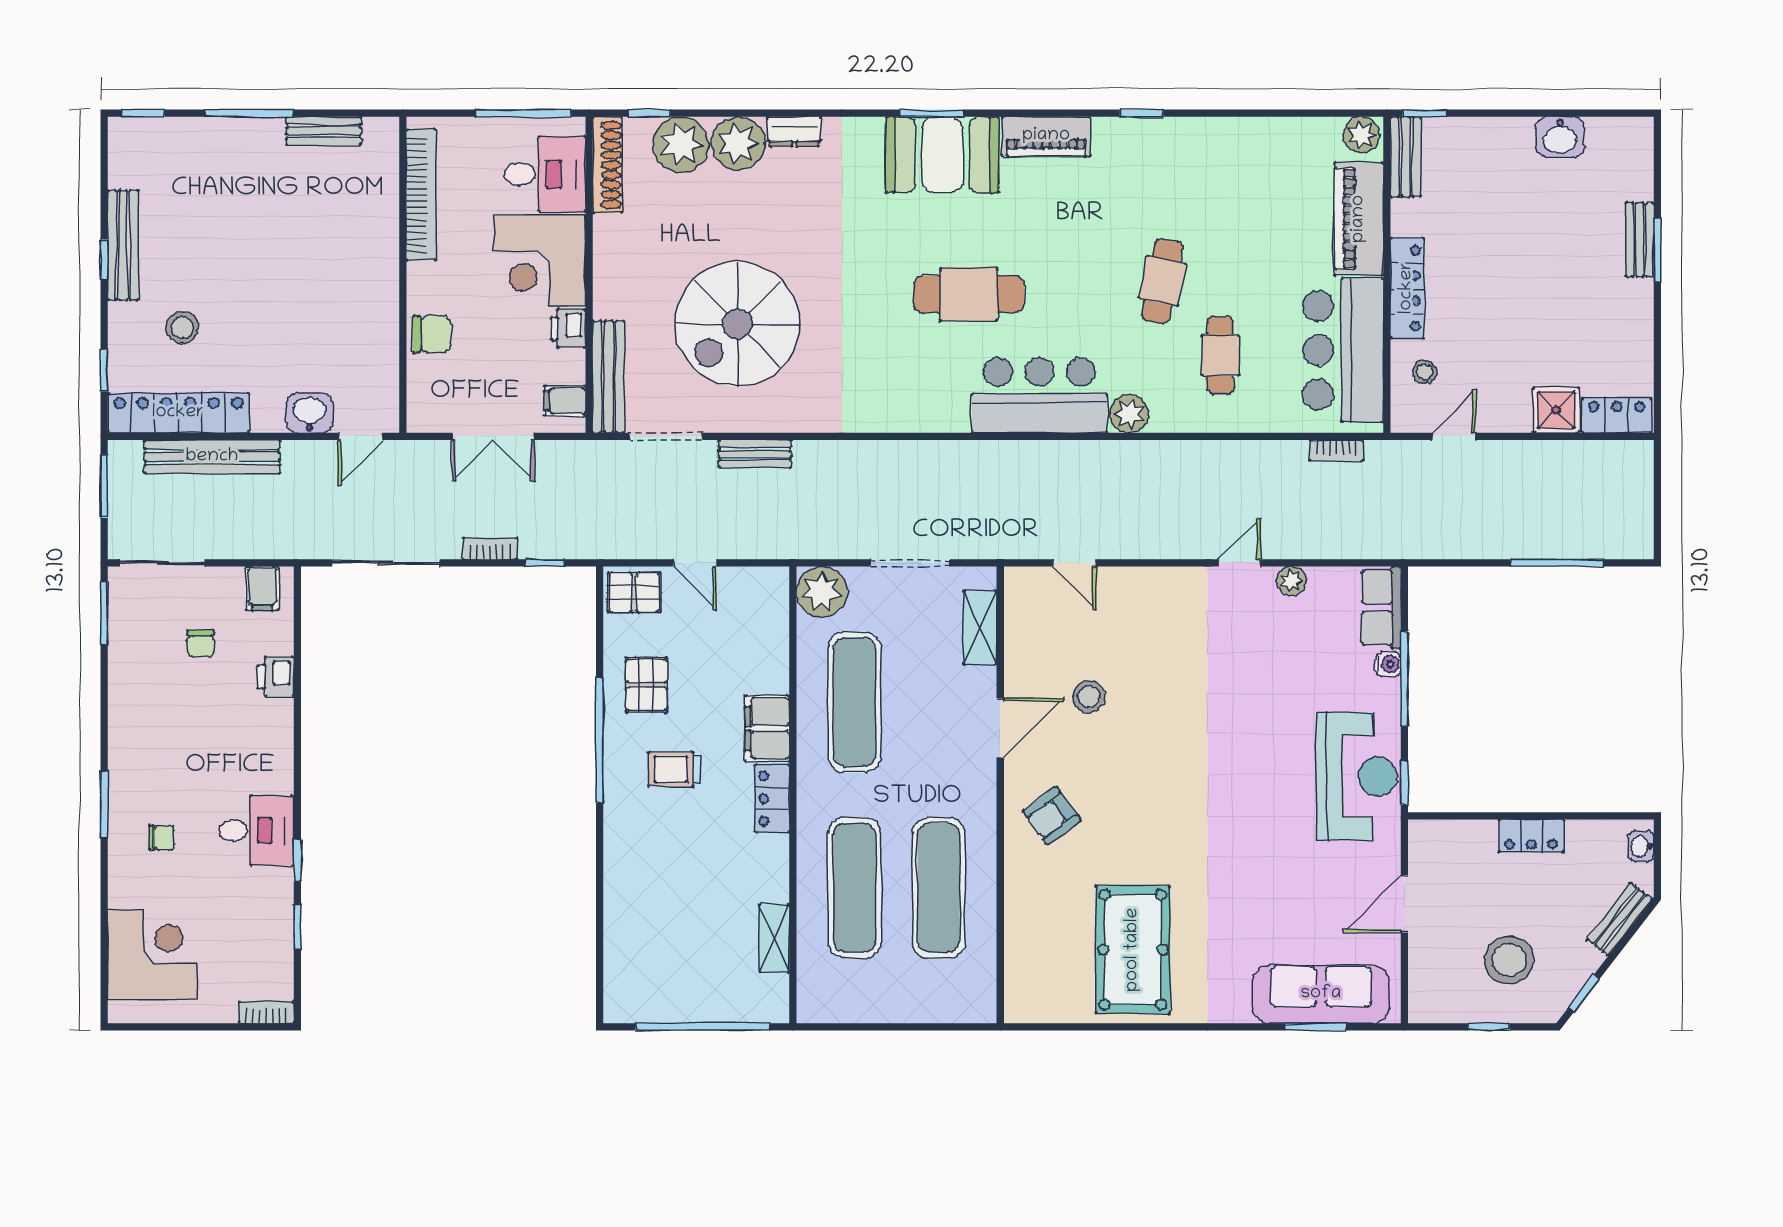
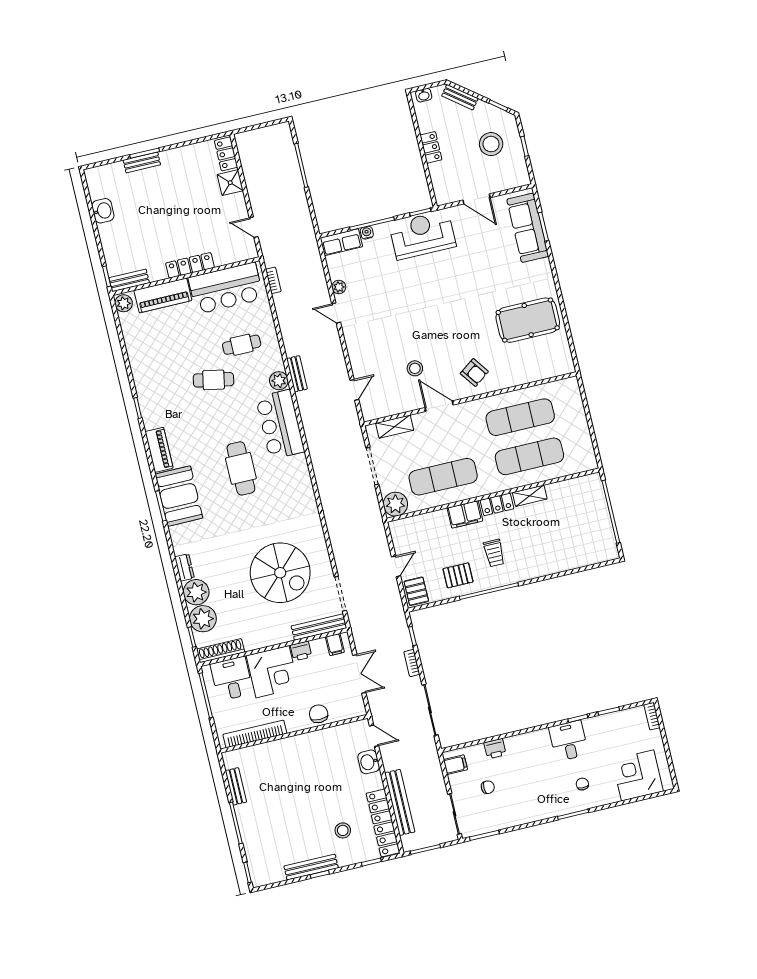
stool: (1425, 372) -> (227, 248), removed
bench: (755, 454) -> (297, 374), moved
shelving: (774, 938) -> (530, 496), moved

